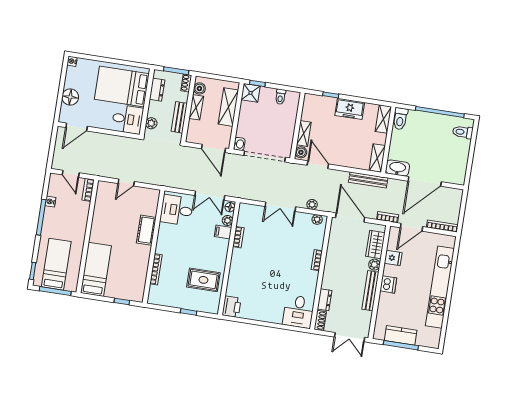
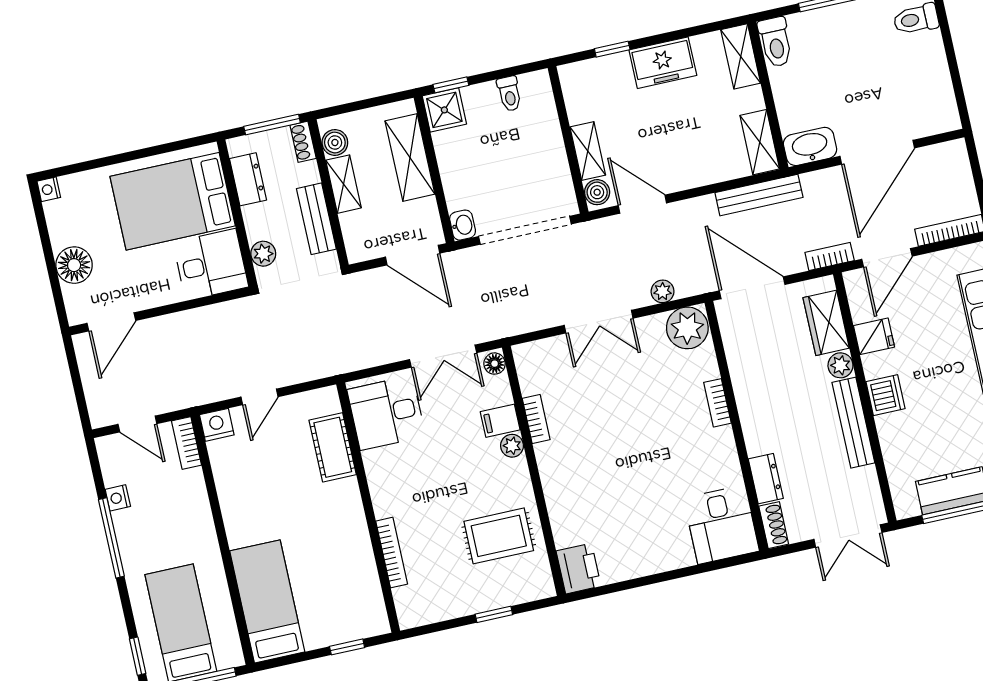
nightstand: (104, 187) -> (217, 425), added
plant: (317, 219) -> (687, 328), width x1.88, depth x1.88
plant: (228, 220) -> (512, 446), moved
cot: (146, 230) -> (333, 447), moved

